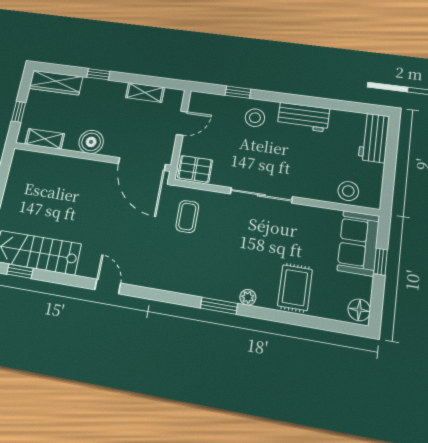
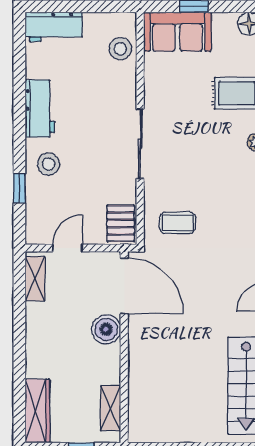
window: (98, 74) -> (19, 361), removed
shelving: (145, 92) -> (35, 279), moved
door: (182, 123) -> (67, 248), hinge flipped
boiler: (91, 142) -> (106, 329), moved
door: (142, 164) -> (124, 286), hinge flipped

